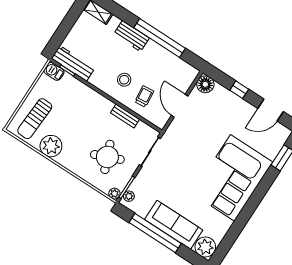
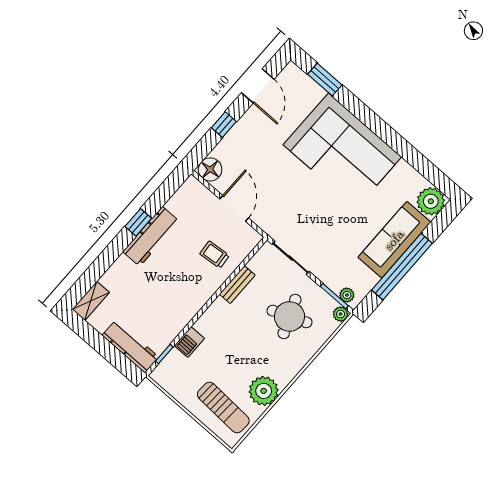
workbench: (131, 36) -> (151, 236), moved, width x1.38
window: (160, 38) -> (138, 222), width x0.32
workbench: (73, 63) -> (130, 346), moved, turned 90
barbecue: (54, 71) -> (189, 342), moved
stool: (124, 80) -> (188, 279), removed
door: (180, 106) -> (234, 208), swing flipped

